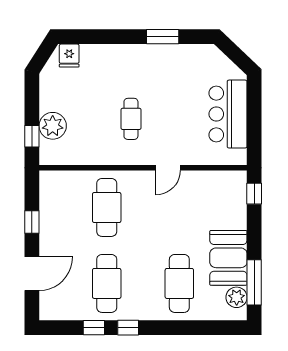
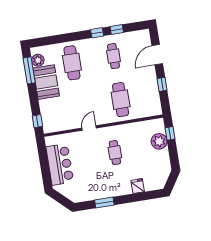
fridge: (69, 56) -> (138, 186), moved
cafe table: (107, 283) -> (114, 56), width x0.73, depth x0.74

